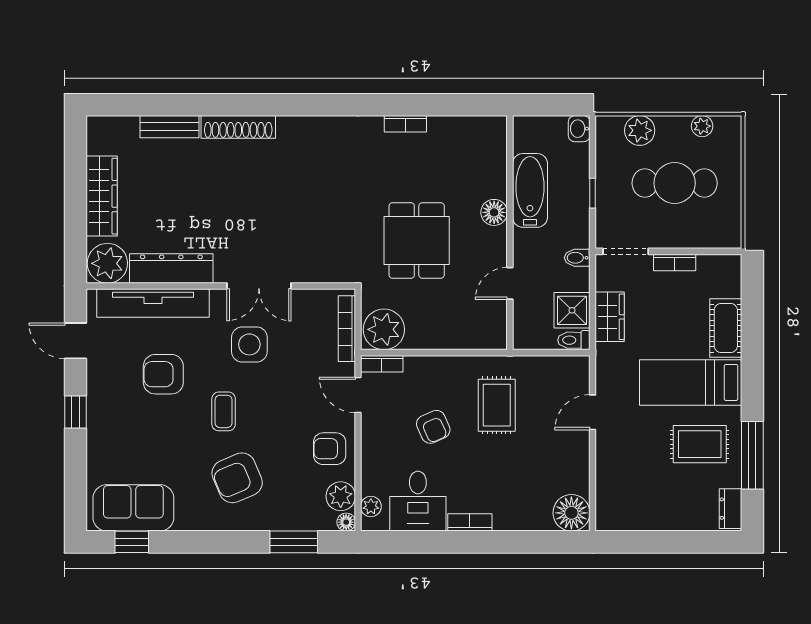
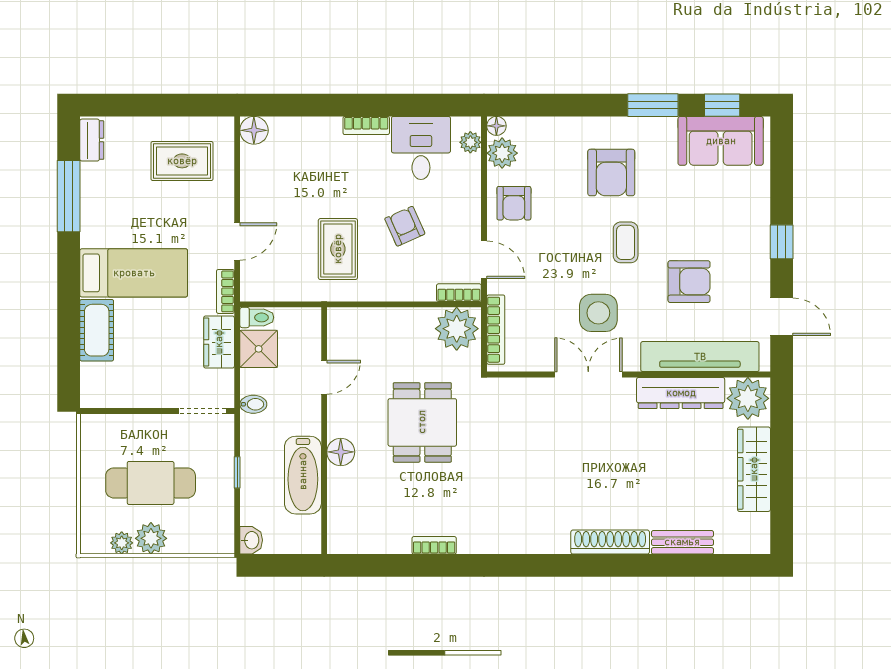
plant: (640, 130) -> (151, 538), moved
bookcase: (675, 262) -> (225, 291), moved, turned -90
rug: (700, 444) -> (182, 161), moved
armchair: (330, 449) -> (514, 203), turned 90
armchair: (237, 478) -> (611, 172), turned 113
floor lamp: (571, 513) -> (254, 130), width x0.73, depth x0.73
window: (294, 542) -> (653, 105), moved

